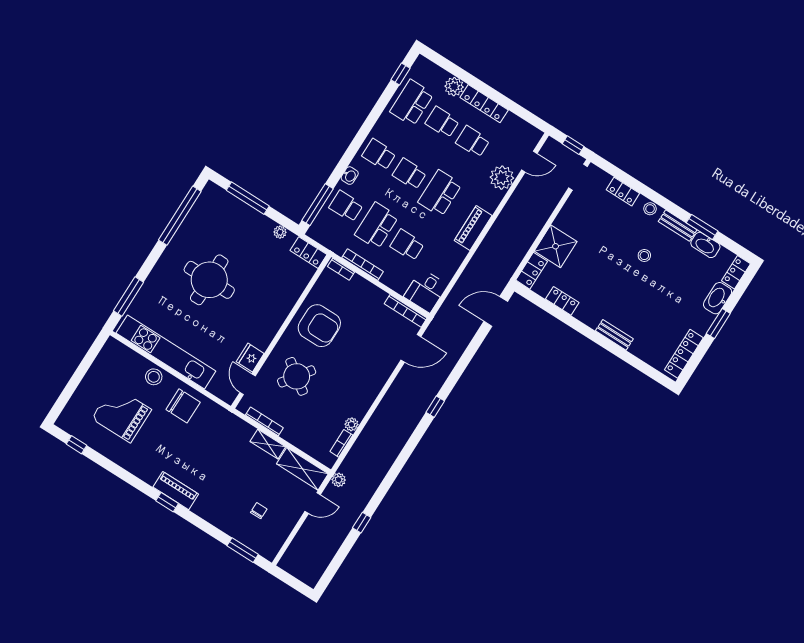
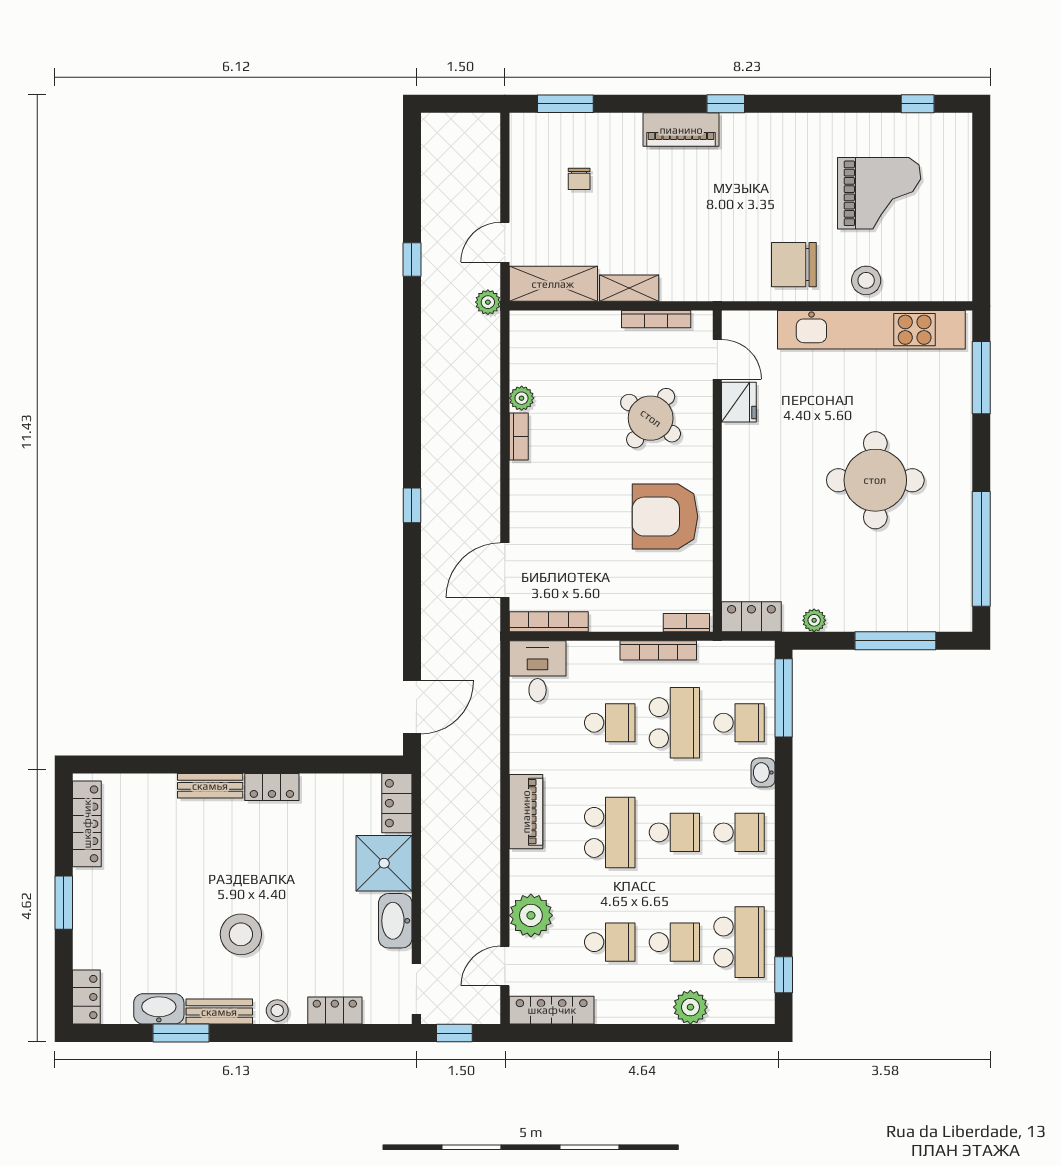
locker: (484, 104) -> (552, 1010), moved
stool: (644, 256) -> (241, 934), width x1.89, depth x1.89
washbasin: (718, 298) -> (395, 921), moved, turned 180
locker: (562, 301) -> (272, 787), moved
bookcase: (341, 443) -> (519, 436), moved
piano: (176, 491) -> (681, 130), moved

